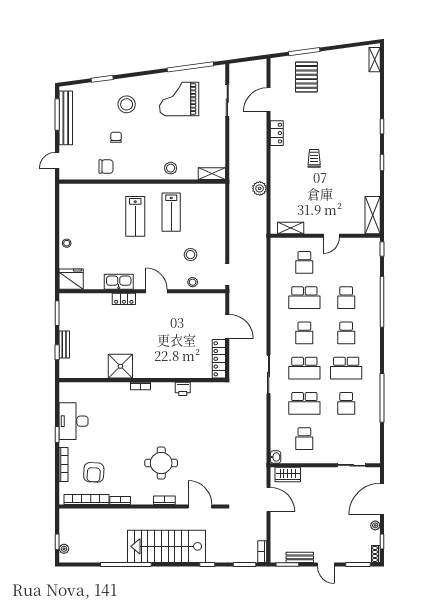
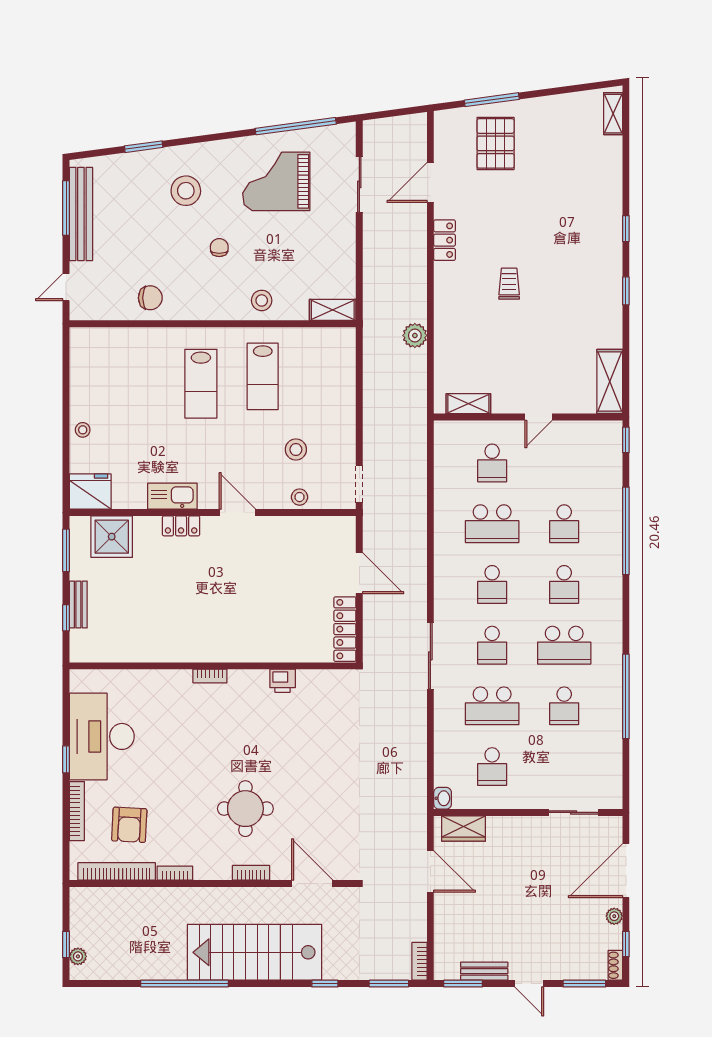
chair: (116, 137) -> (219, 248), moved
shower: (120, 366) -> (112, 537), moved
school desk: (304, 368) -> (492, 645), width x0.54
desk: (73, 421) -> (102, 736), width x1.36, depth x1.30

